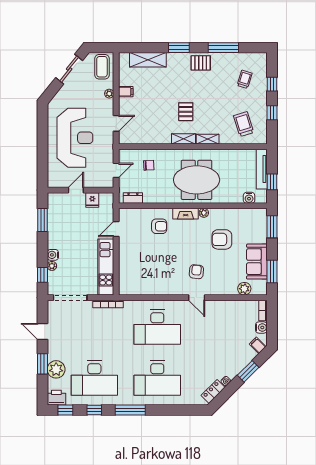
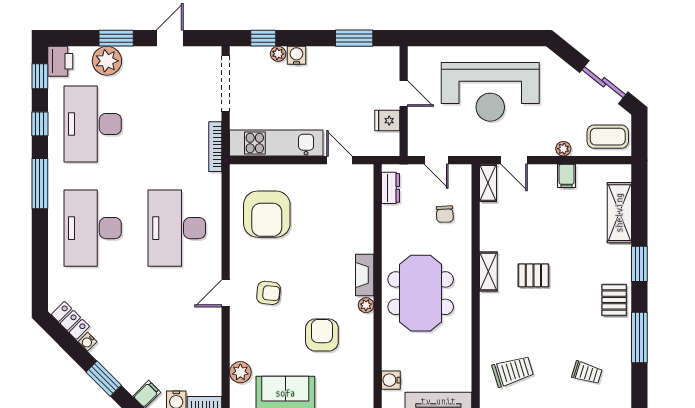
shelving: (208, 139) -> (488, 183), moved
armchair: (159, 226) -> (267, 214), moved, width x1.88, depth x1.88

